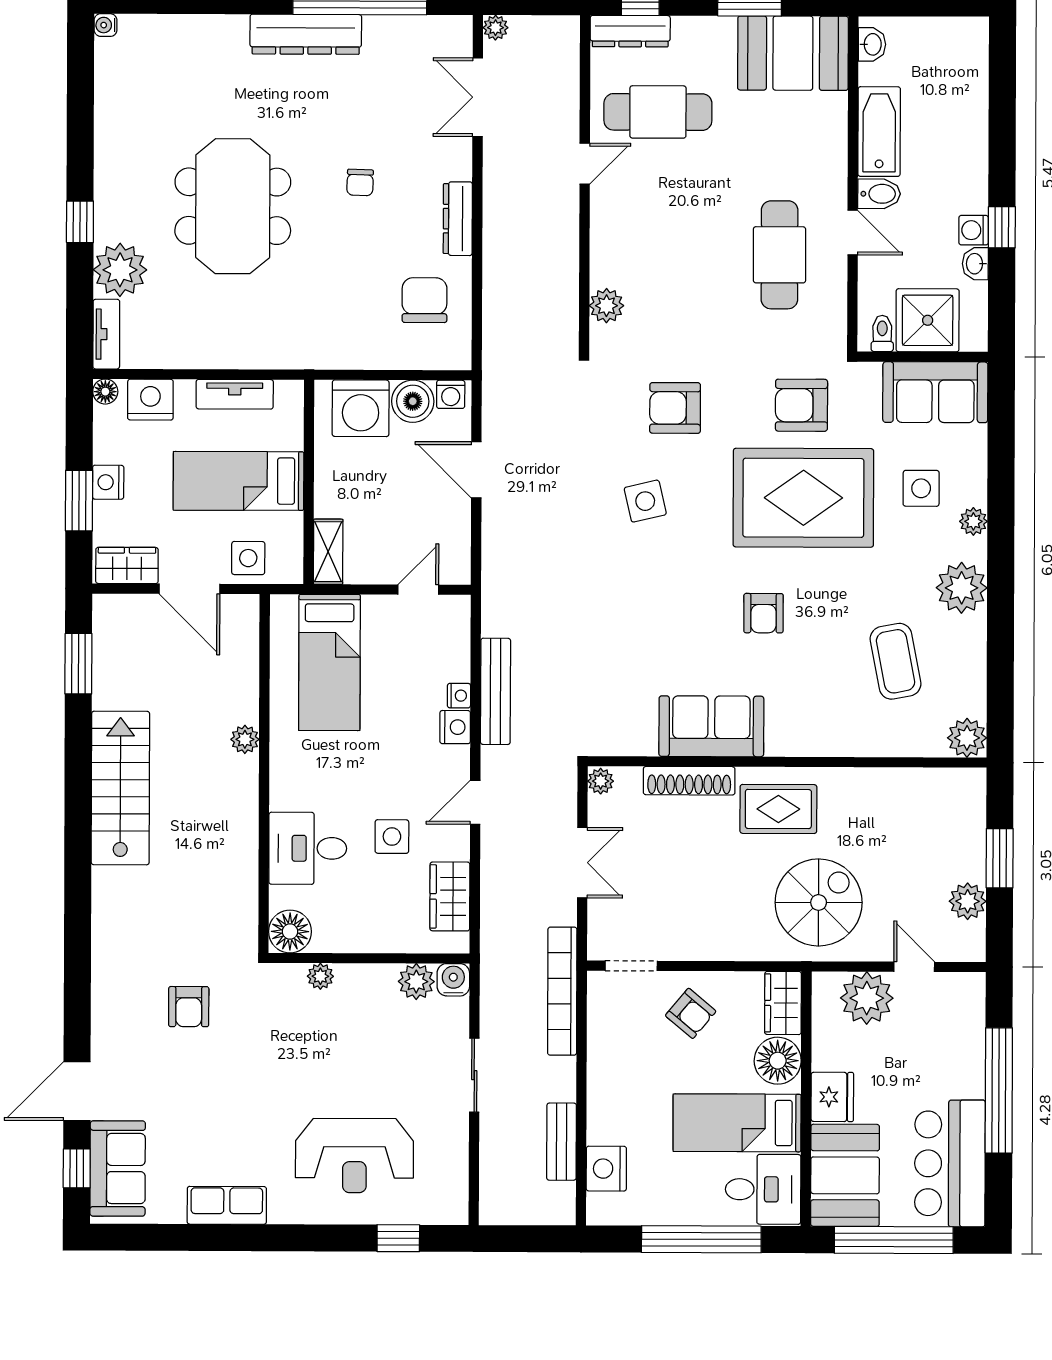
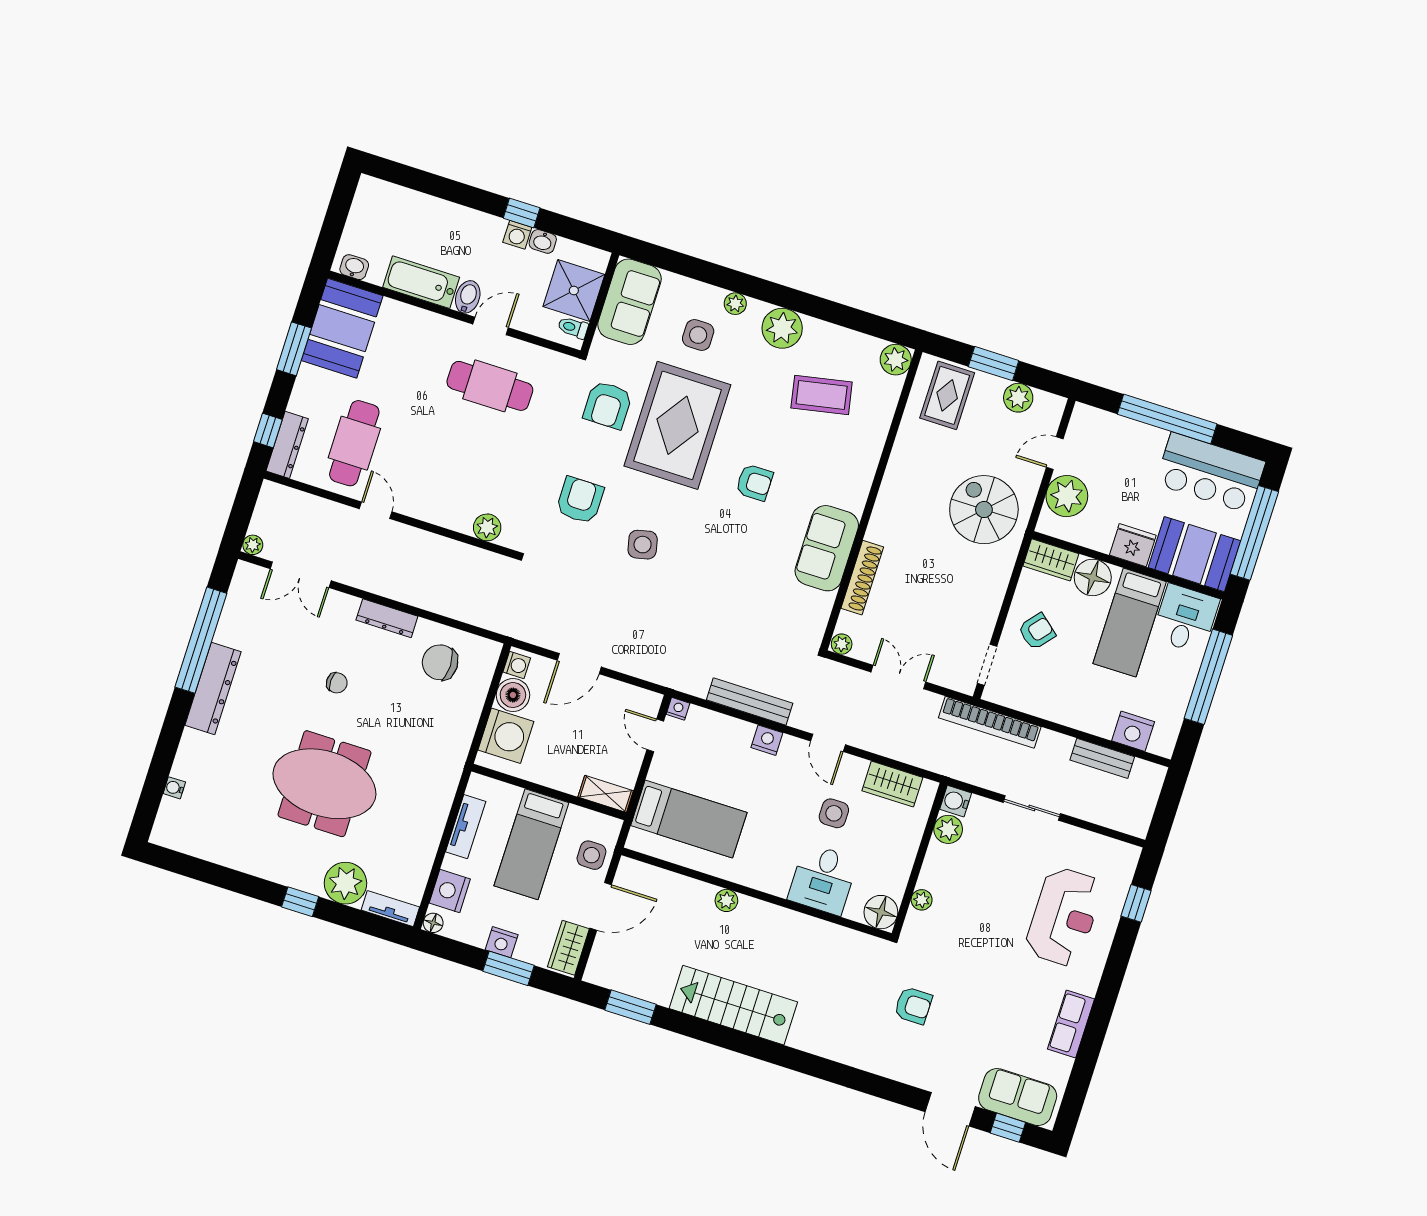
water cooler: (105, 25) -> (174, 788), moved, turned 90
armchair: (675, 408) -> (580, 500), turned 180
nightstand: (459, 696) -> (678, 709), moved
rug: (778, 809) -> (947, 395), moved

